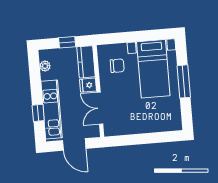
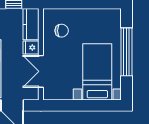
bed with nightstands: (153, 69) -> (97, 72), moved, turned 180
window: (184, 81) -> (127, 52), width x1.46

